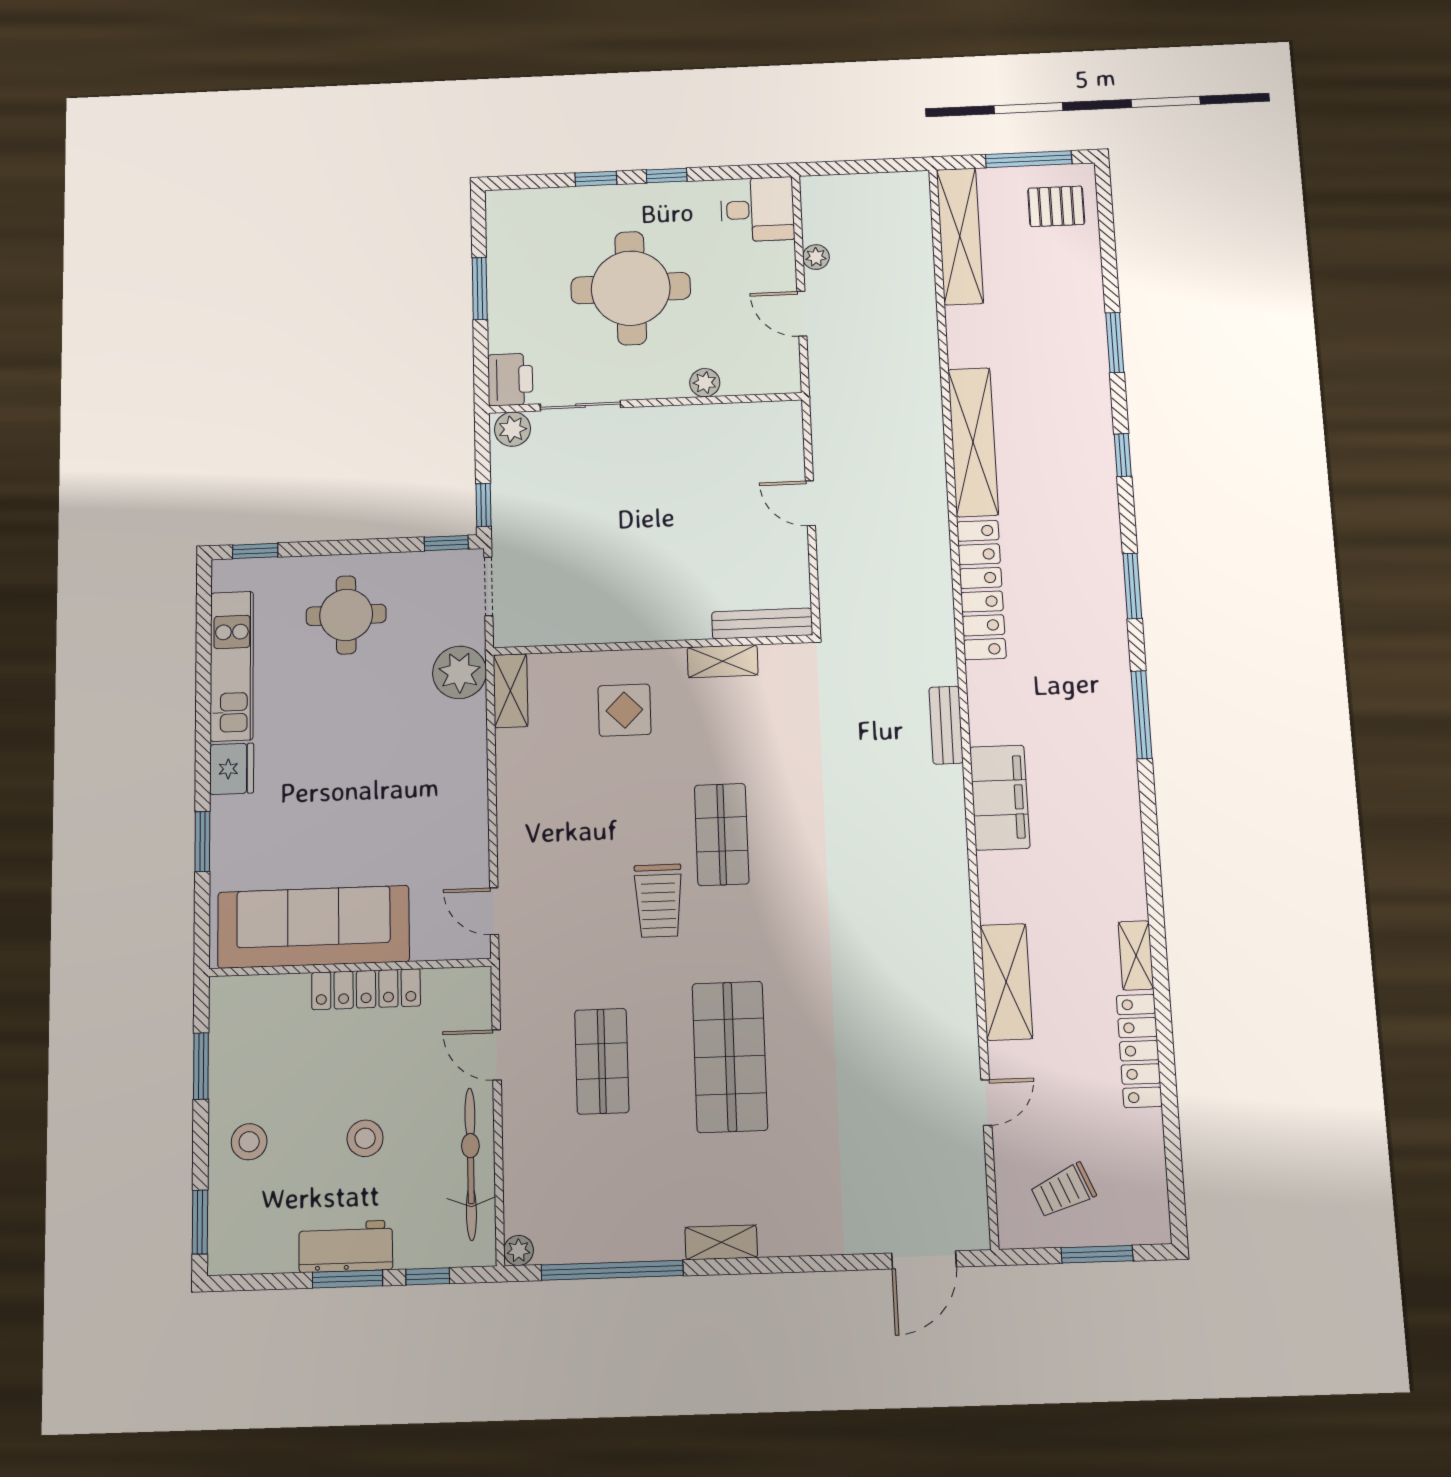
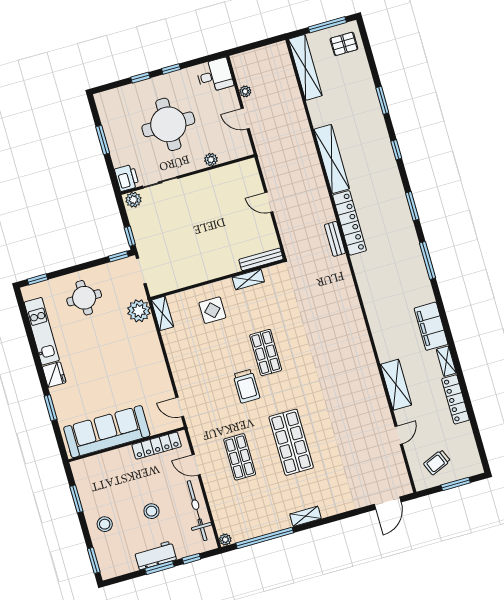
bench: (946, 725) -> (335, 239), moved
filing cabinet: (1000, 798) -> (431, 326), moved, turned 180
locker: (366, 989) -> (157, 446), moved

